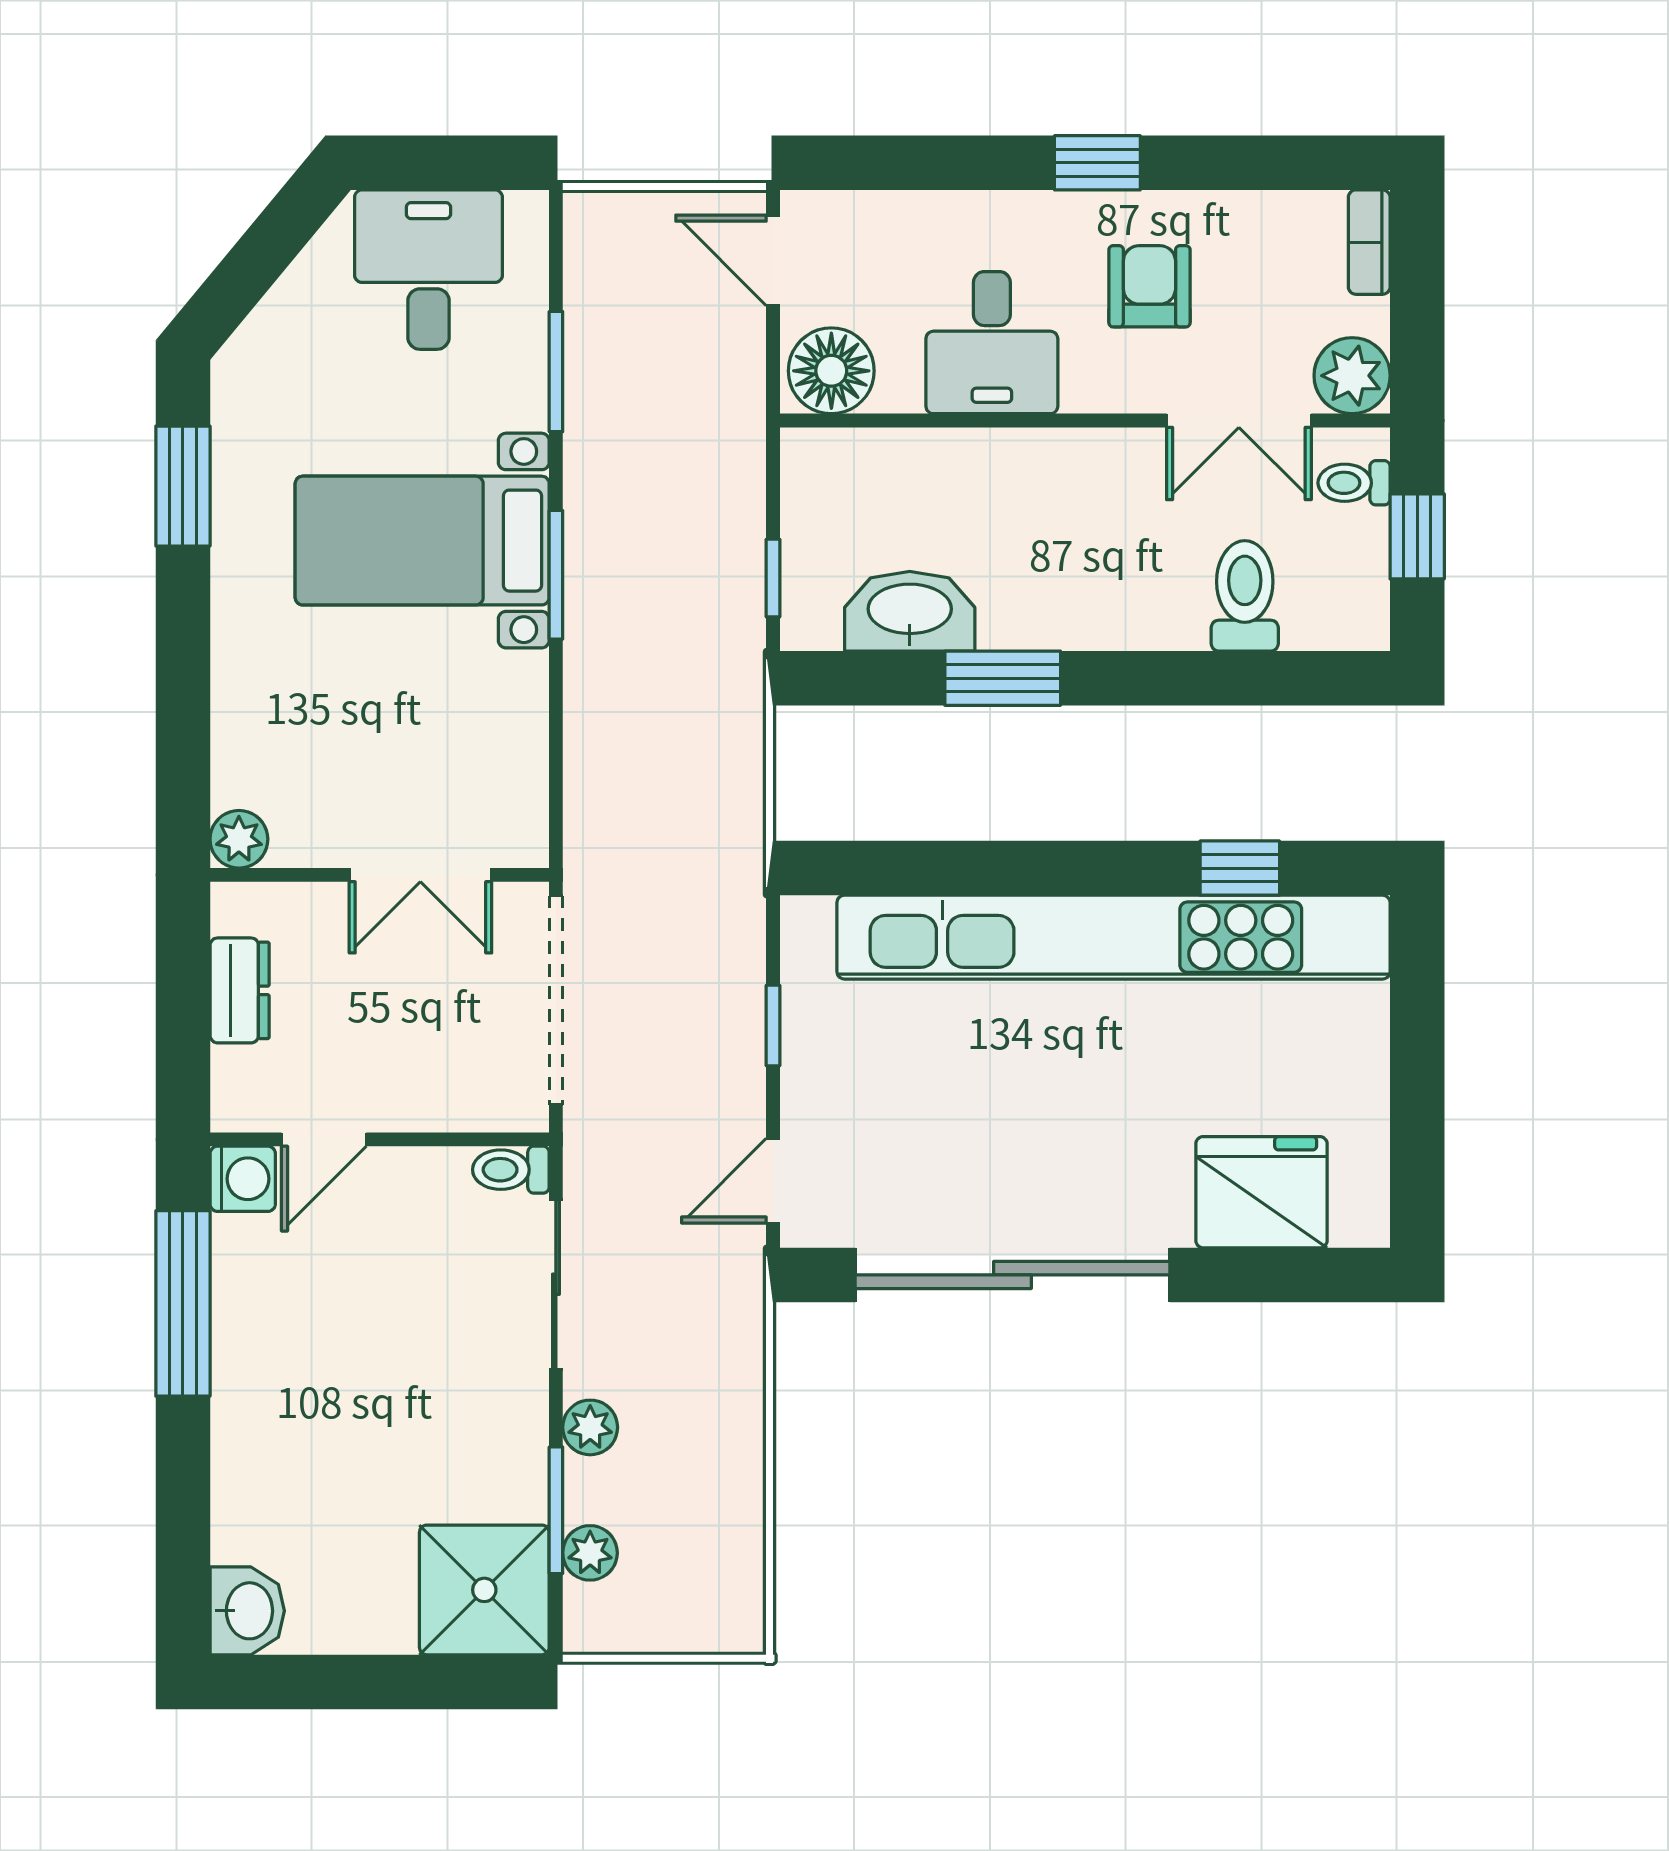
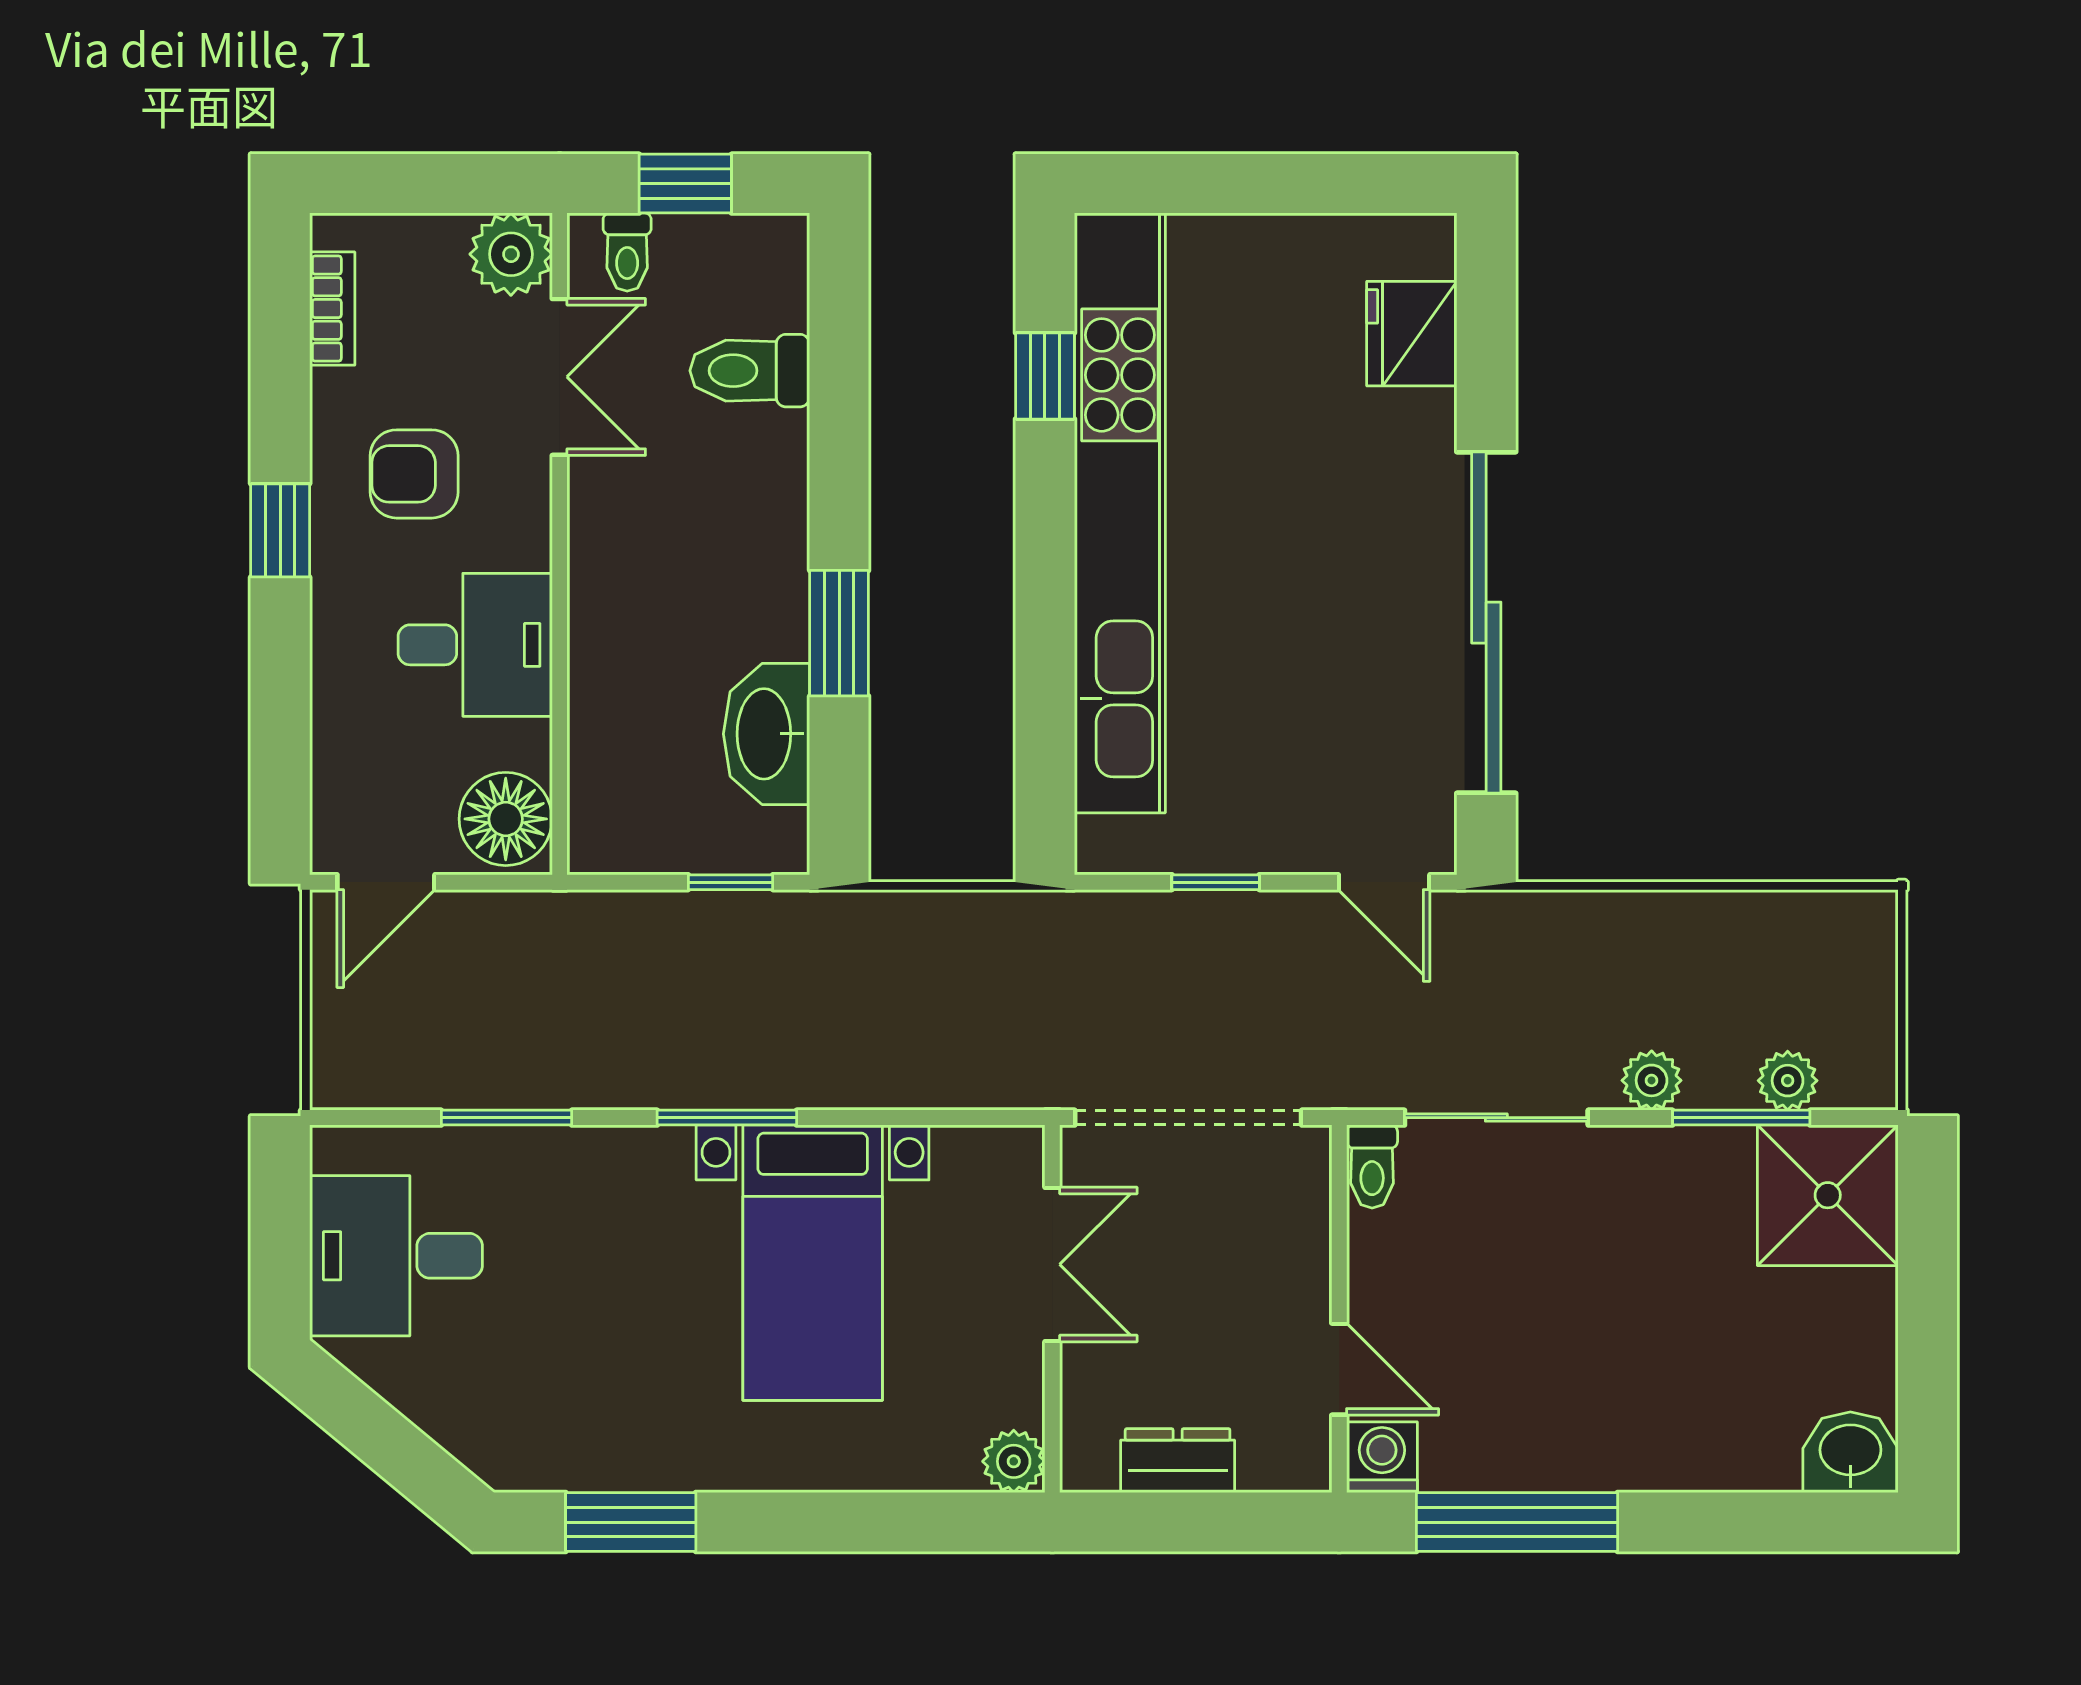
bookcase: (1369, 242) -> (332, 309), moved, turned -90
bed with nightstands: (422, 541) -> (813, 1263), moved
fridge: (1261, 1192) -> (1412, 334), width x0.73, depth x0.75

